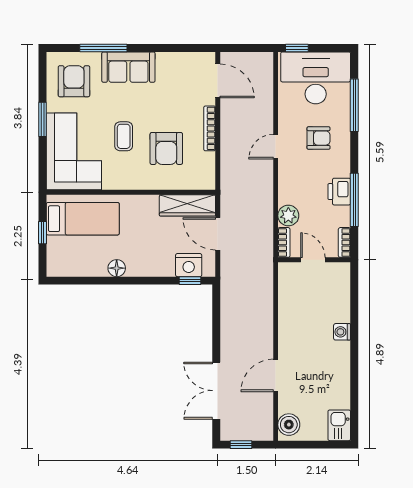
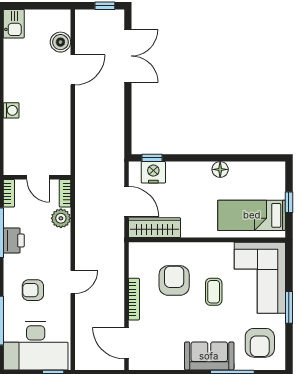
boiler: (289, 425) -> (60, 42), moved

